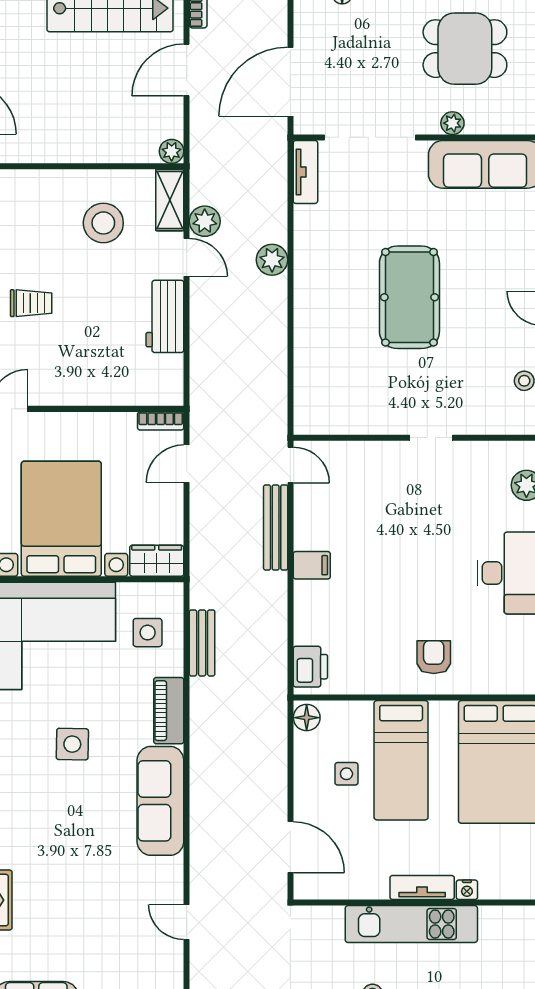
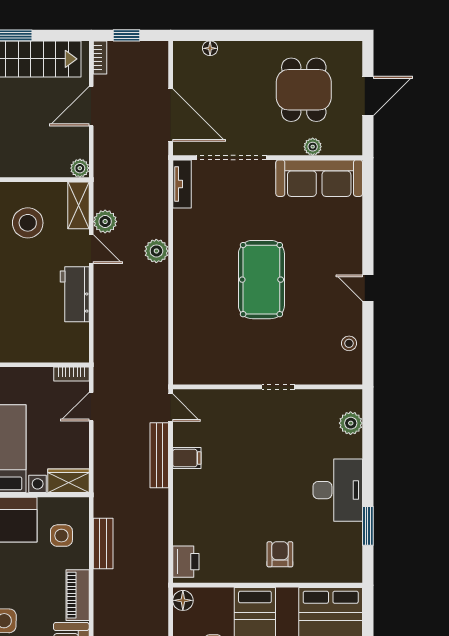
dining table: (465, 49) -> (304, 90), turned 90
door: (290, 82) -> (171, 115), swing flipped
plant: (452, 123) -> (313, 147), moved
filing cabinet: (312, 565) -> (187, 458), moved

